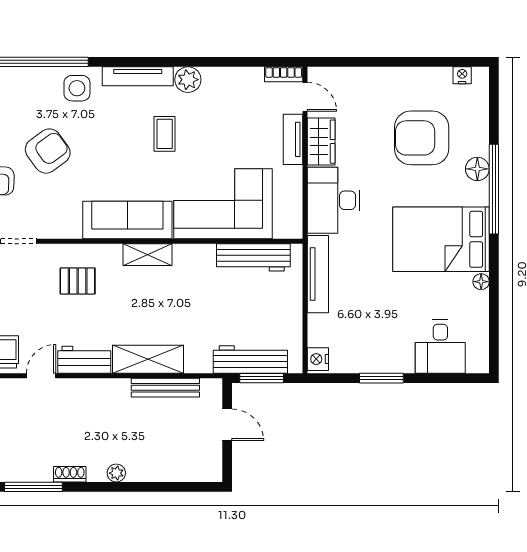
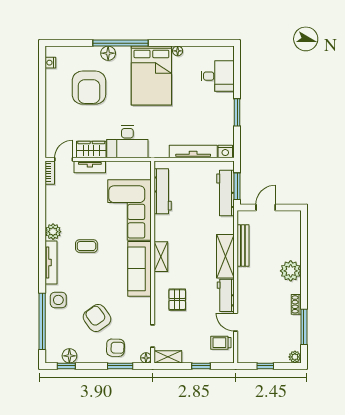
tv unit: (318, 274) -> (193, 152), moved
plant: (116, 473) -> (291, 271), width x1.88, depth x1.88

